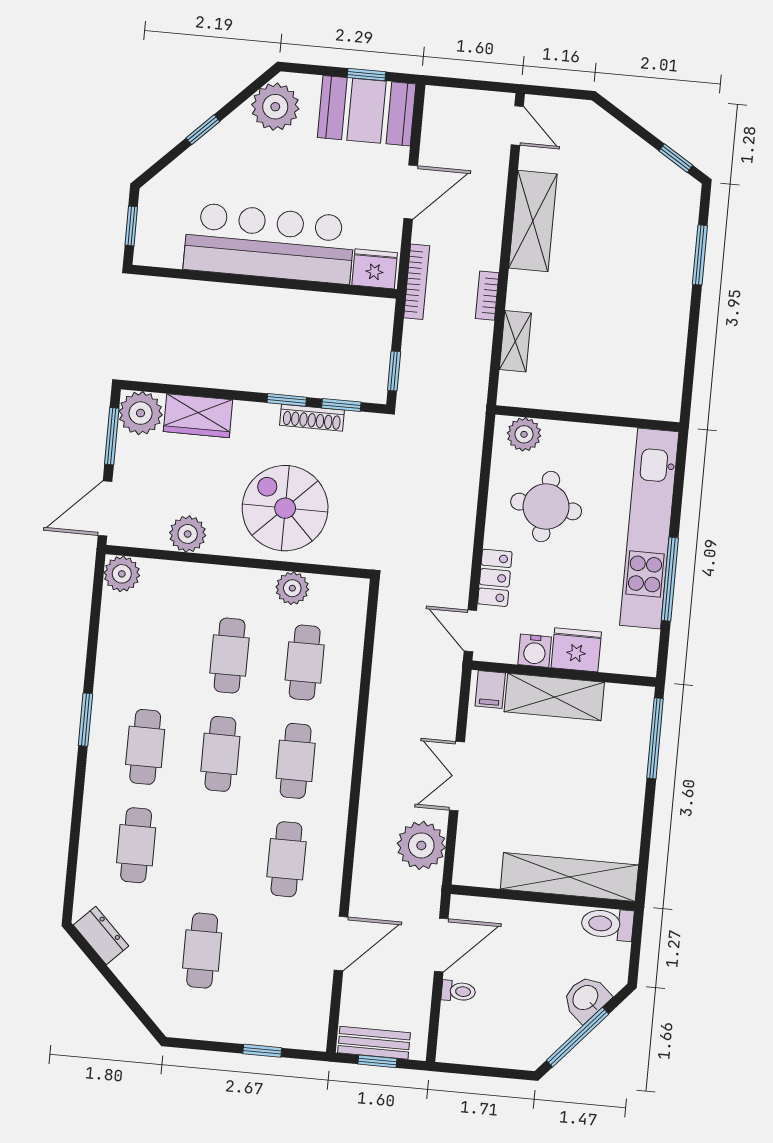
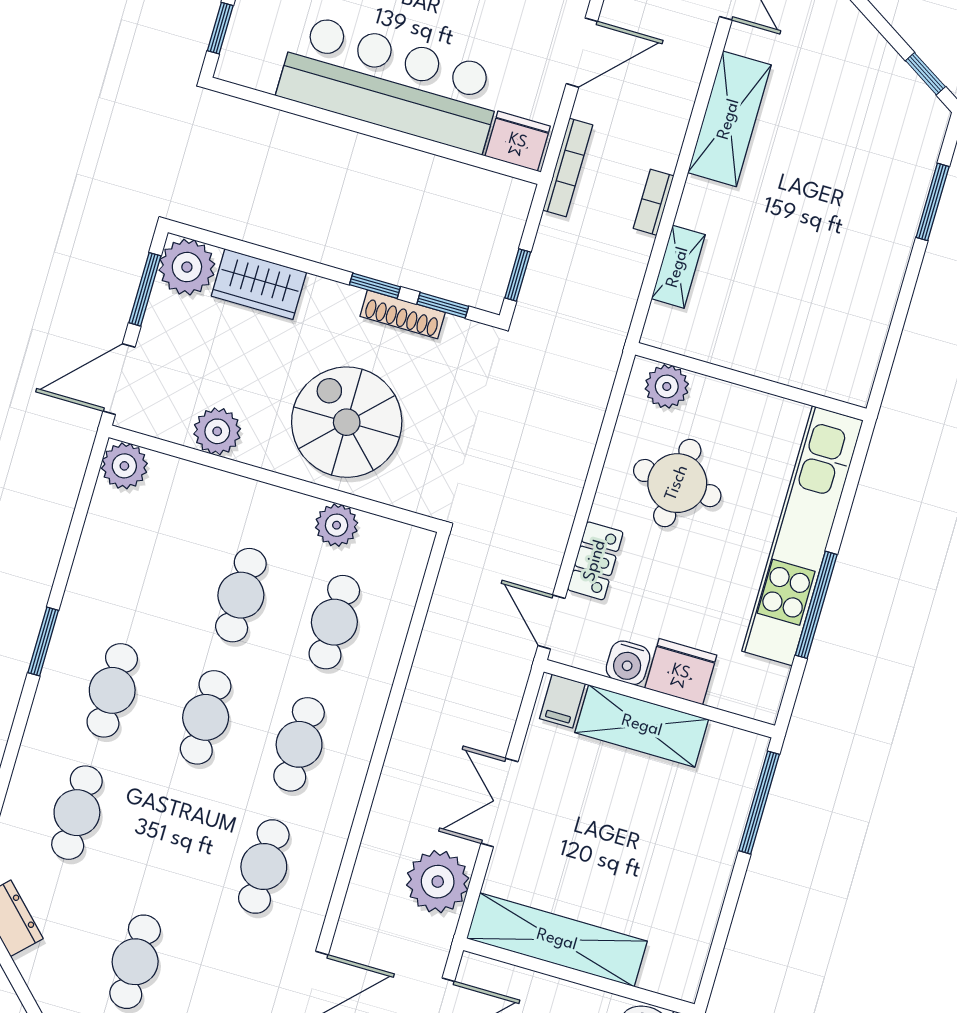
shelving: (569, 877) -> (557, 940), moved

